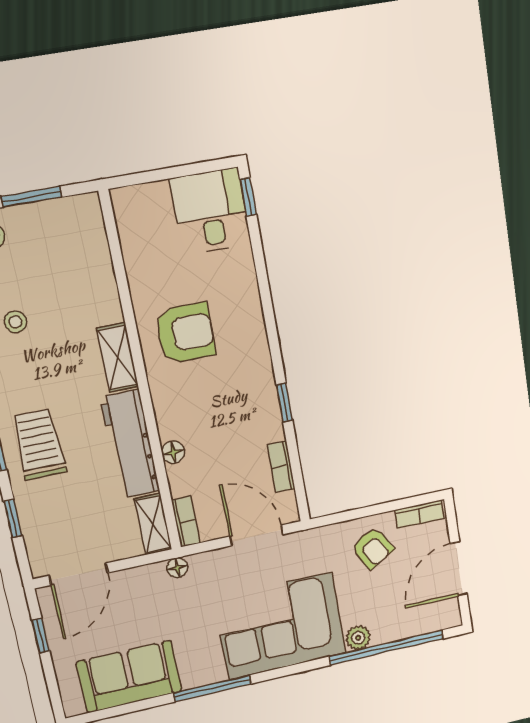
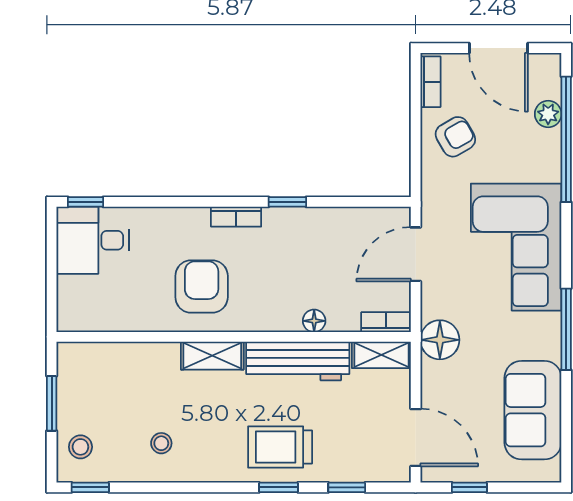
bookcase: (281, 467) -> (236, 217), moved
floor lamp: (177, 567) -> (440, 340), width x1.89, depth x1.89
plant: (358, 638) -> (548, 114), moved

